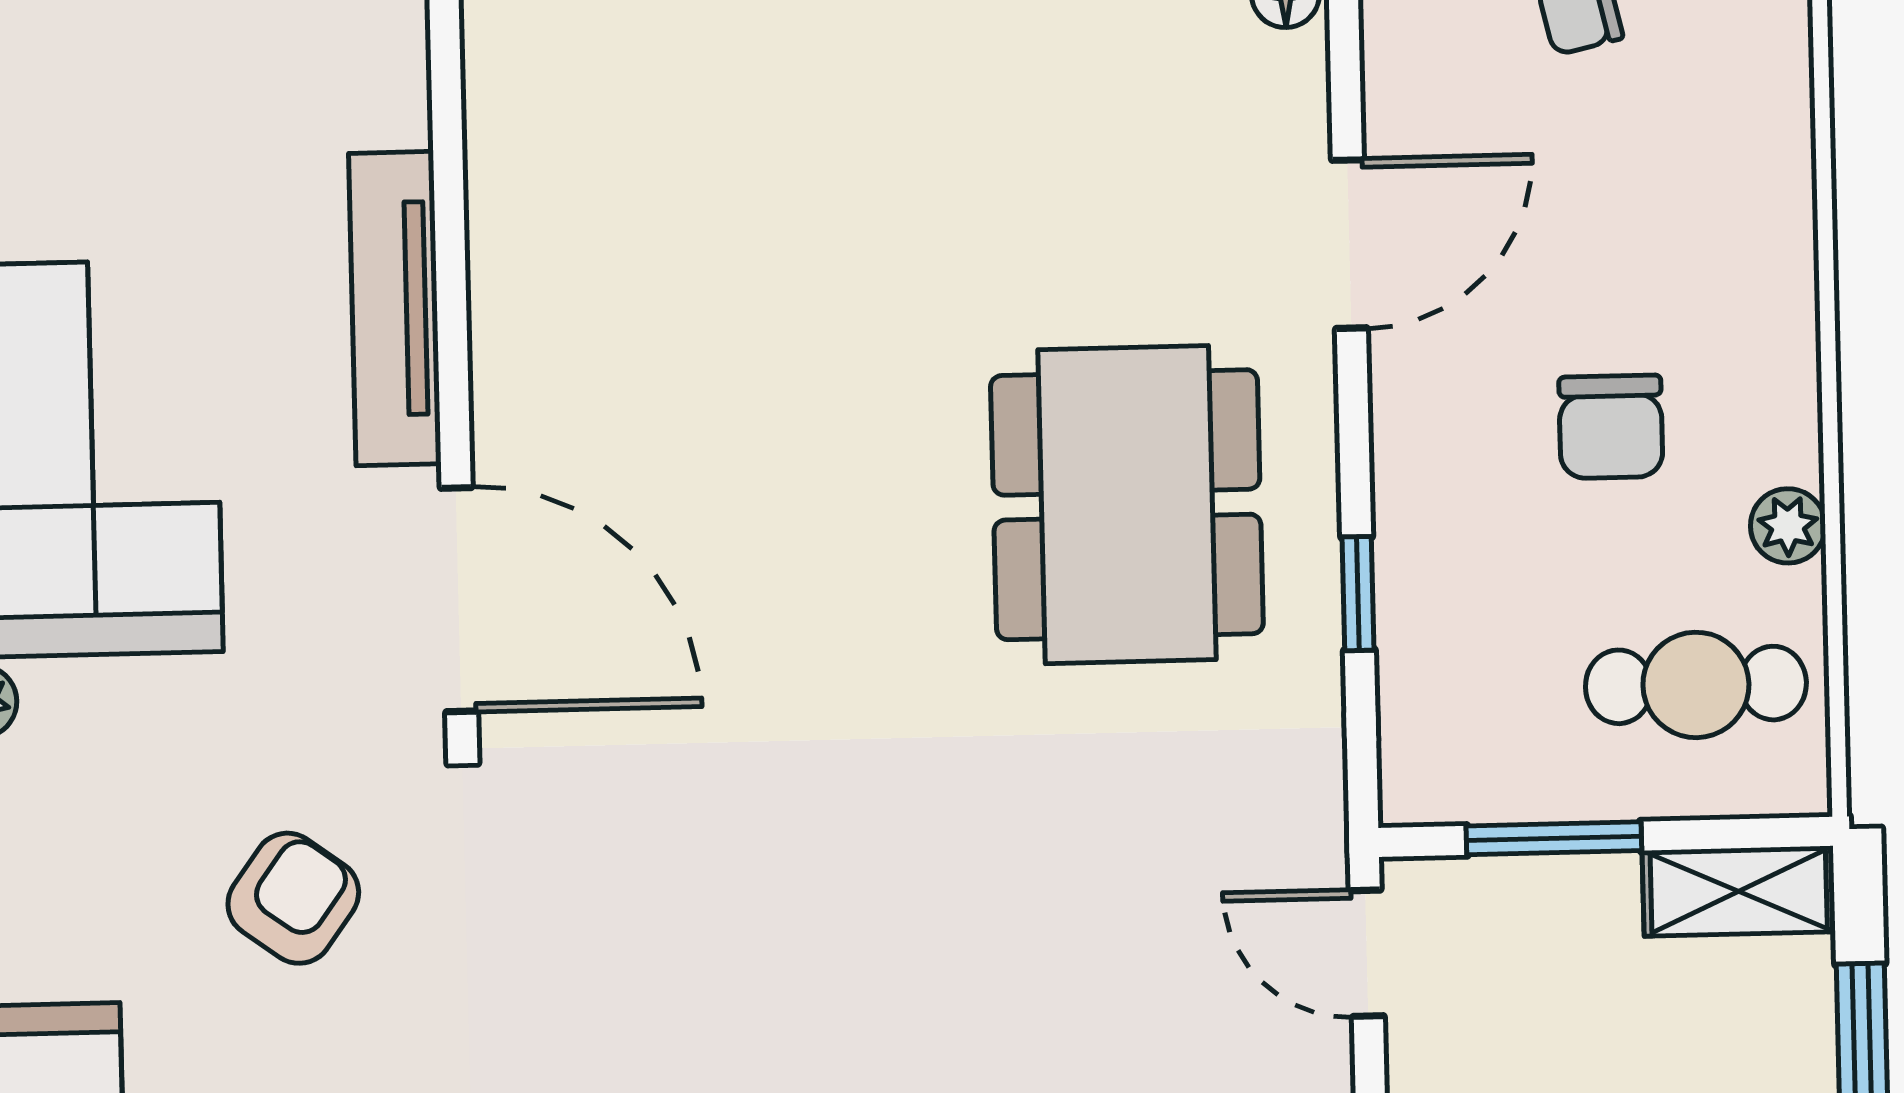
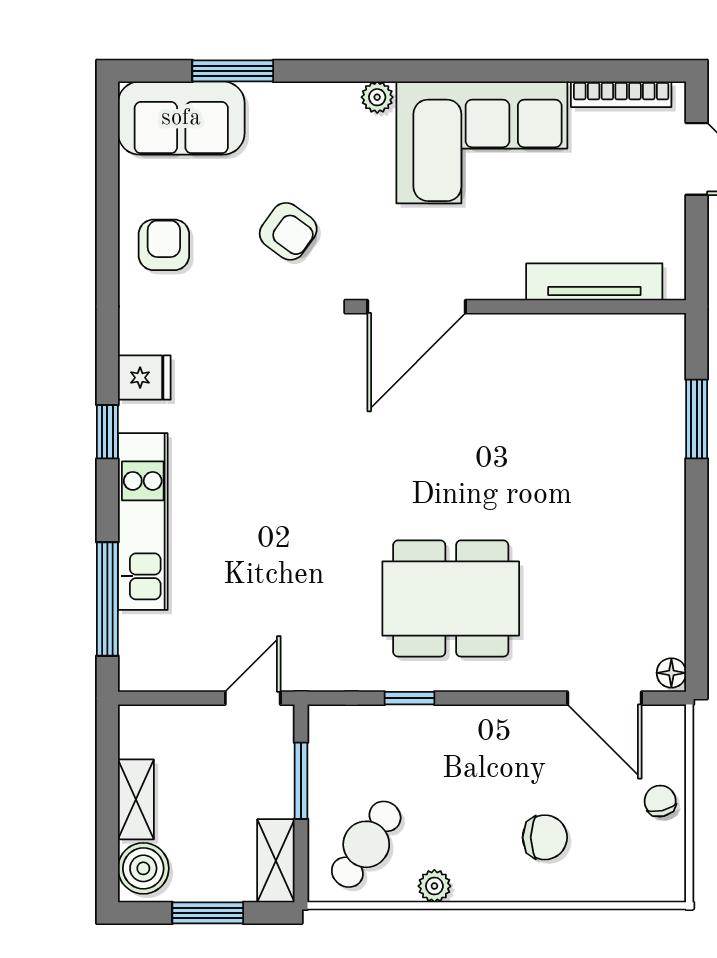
door: (1349, 244) -> (604, 698), moved
tv unit: (395, 309) -> (594, 282), moved
chair: (1611, 427) -> (545, 837), moved, turned 180
cafe table: (1696, 685) -> (366, 844), turned 34

